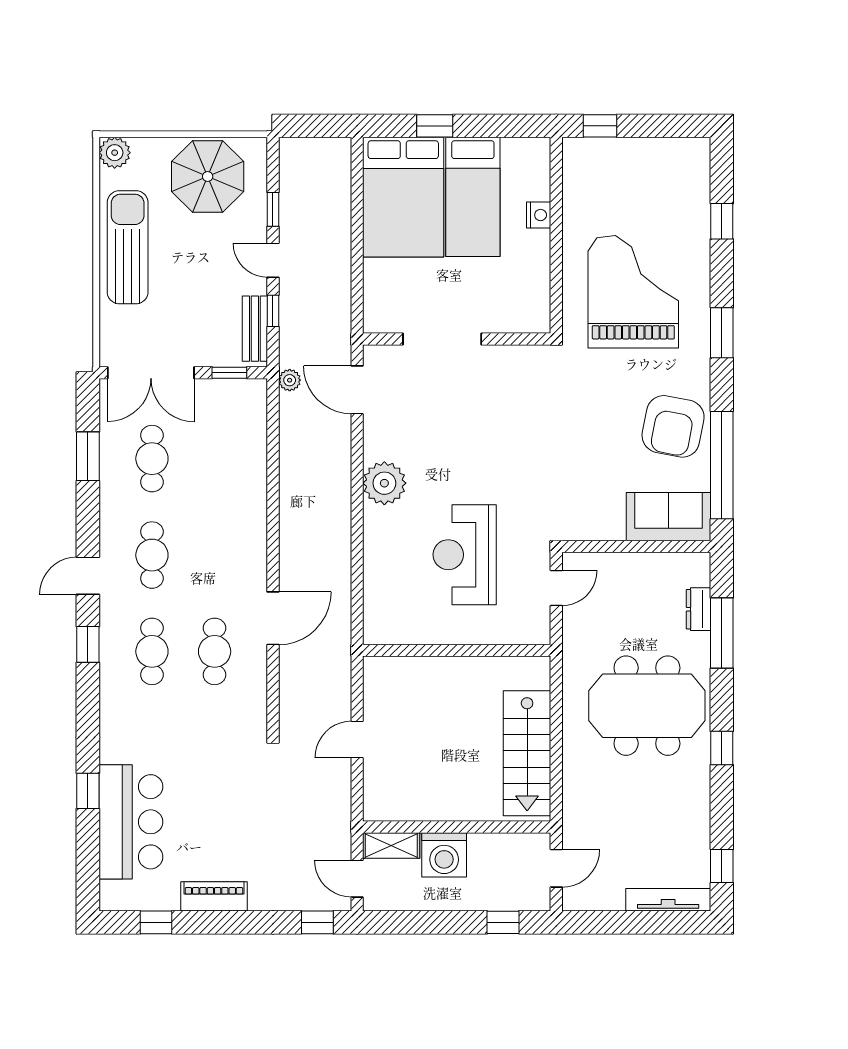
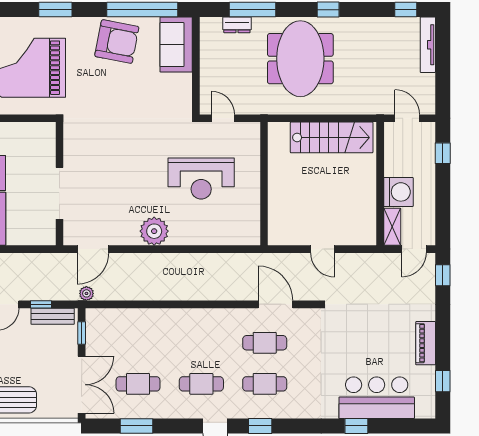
door: (273, 618) -> (276, 304), moved

